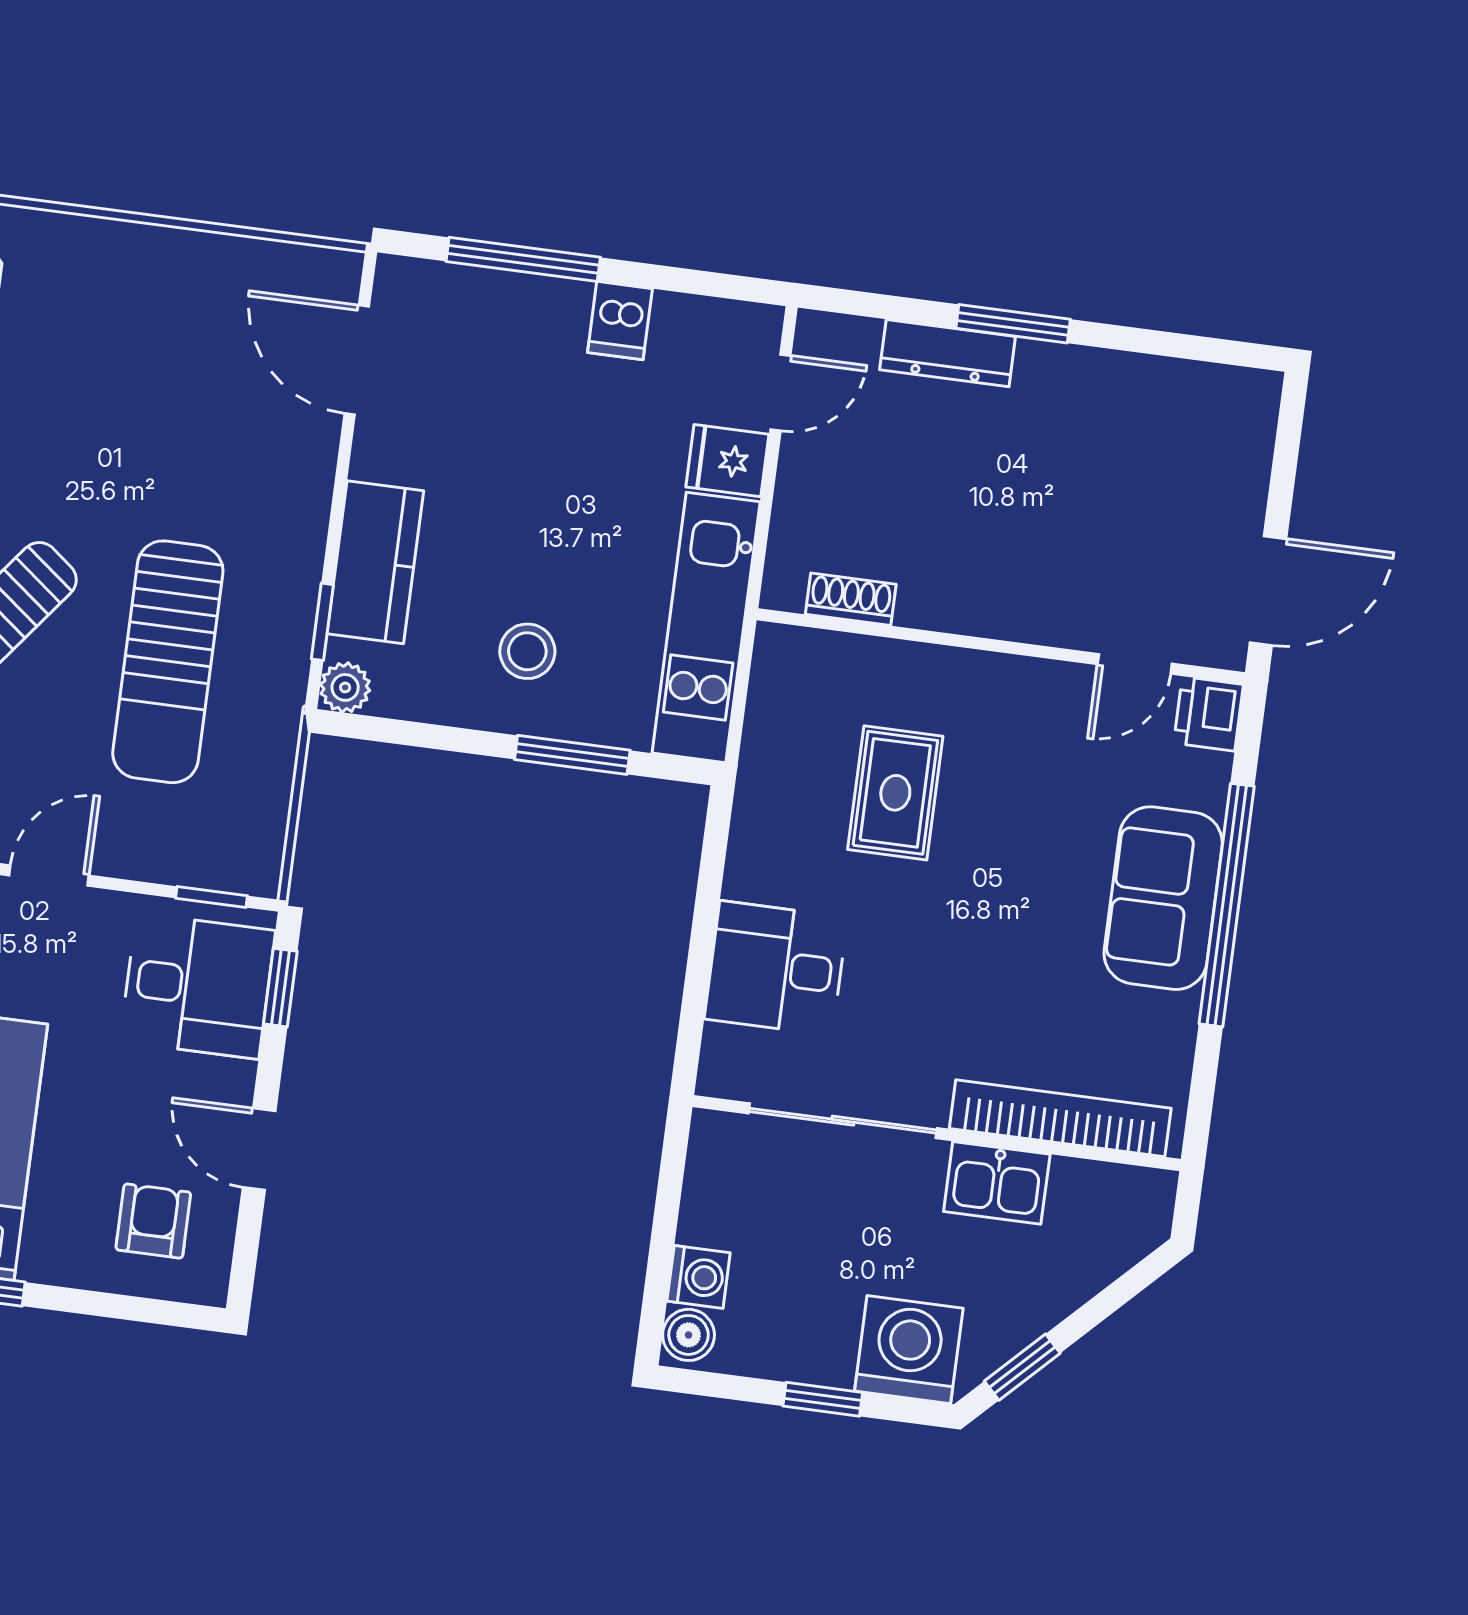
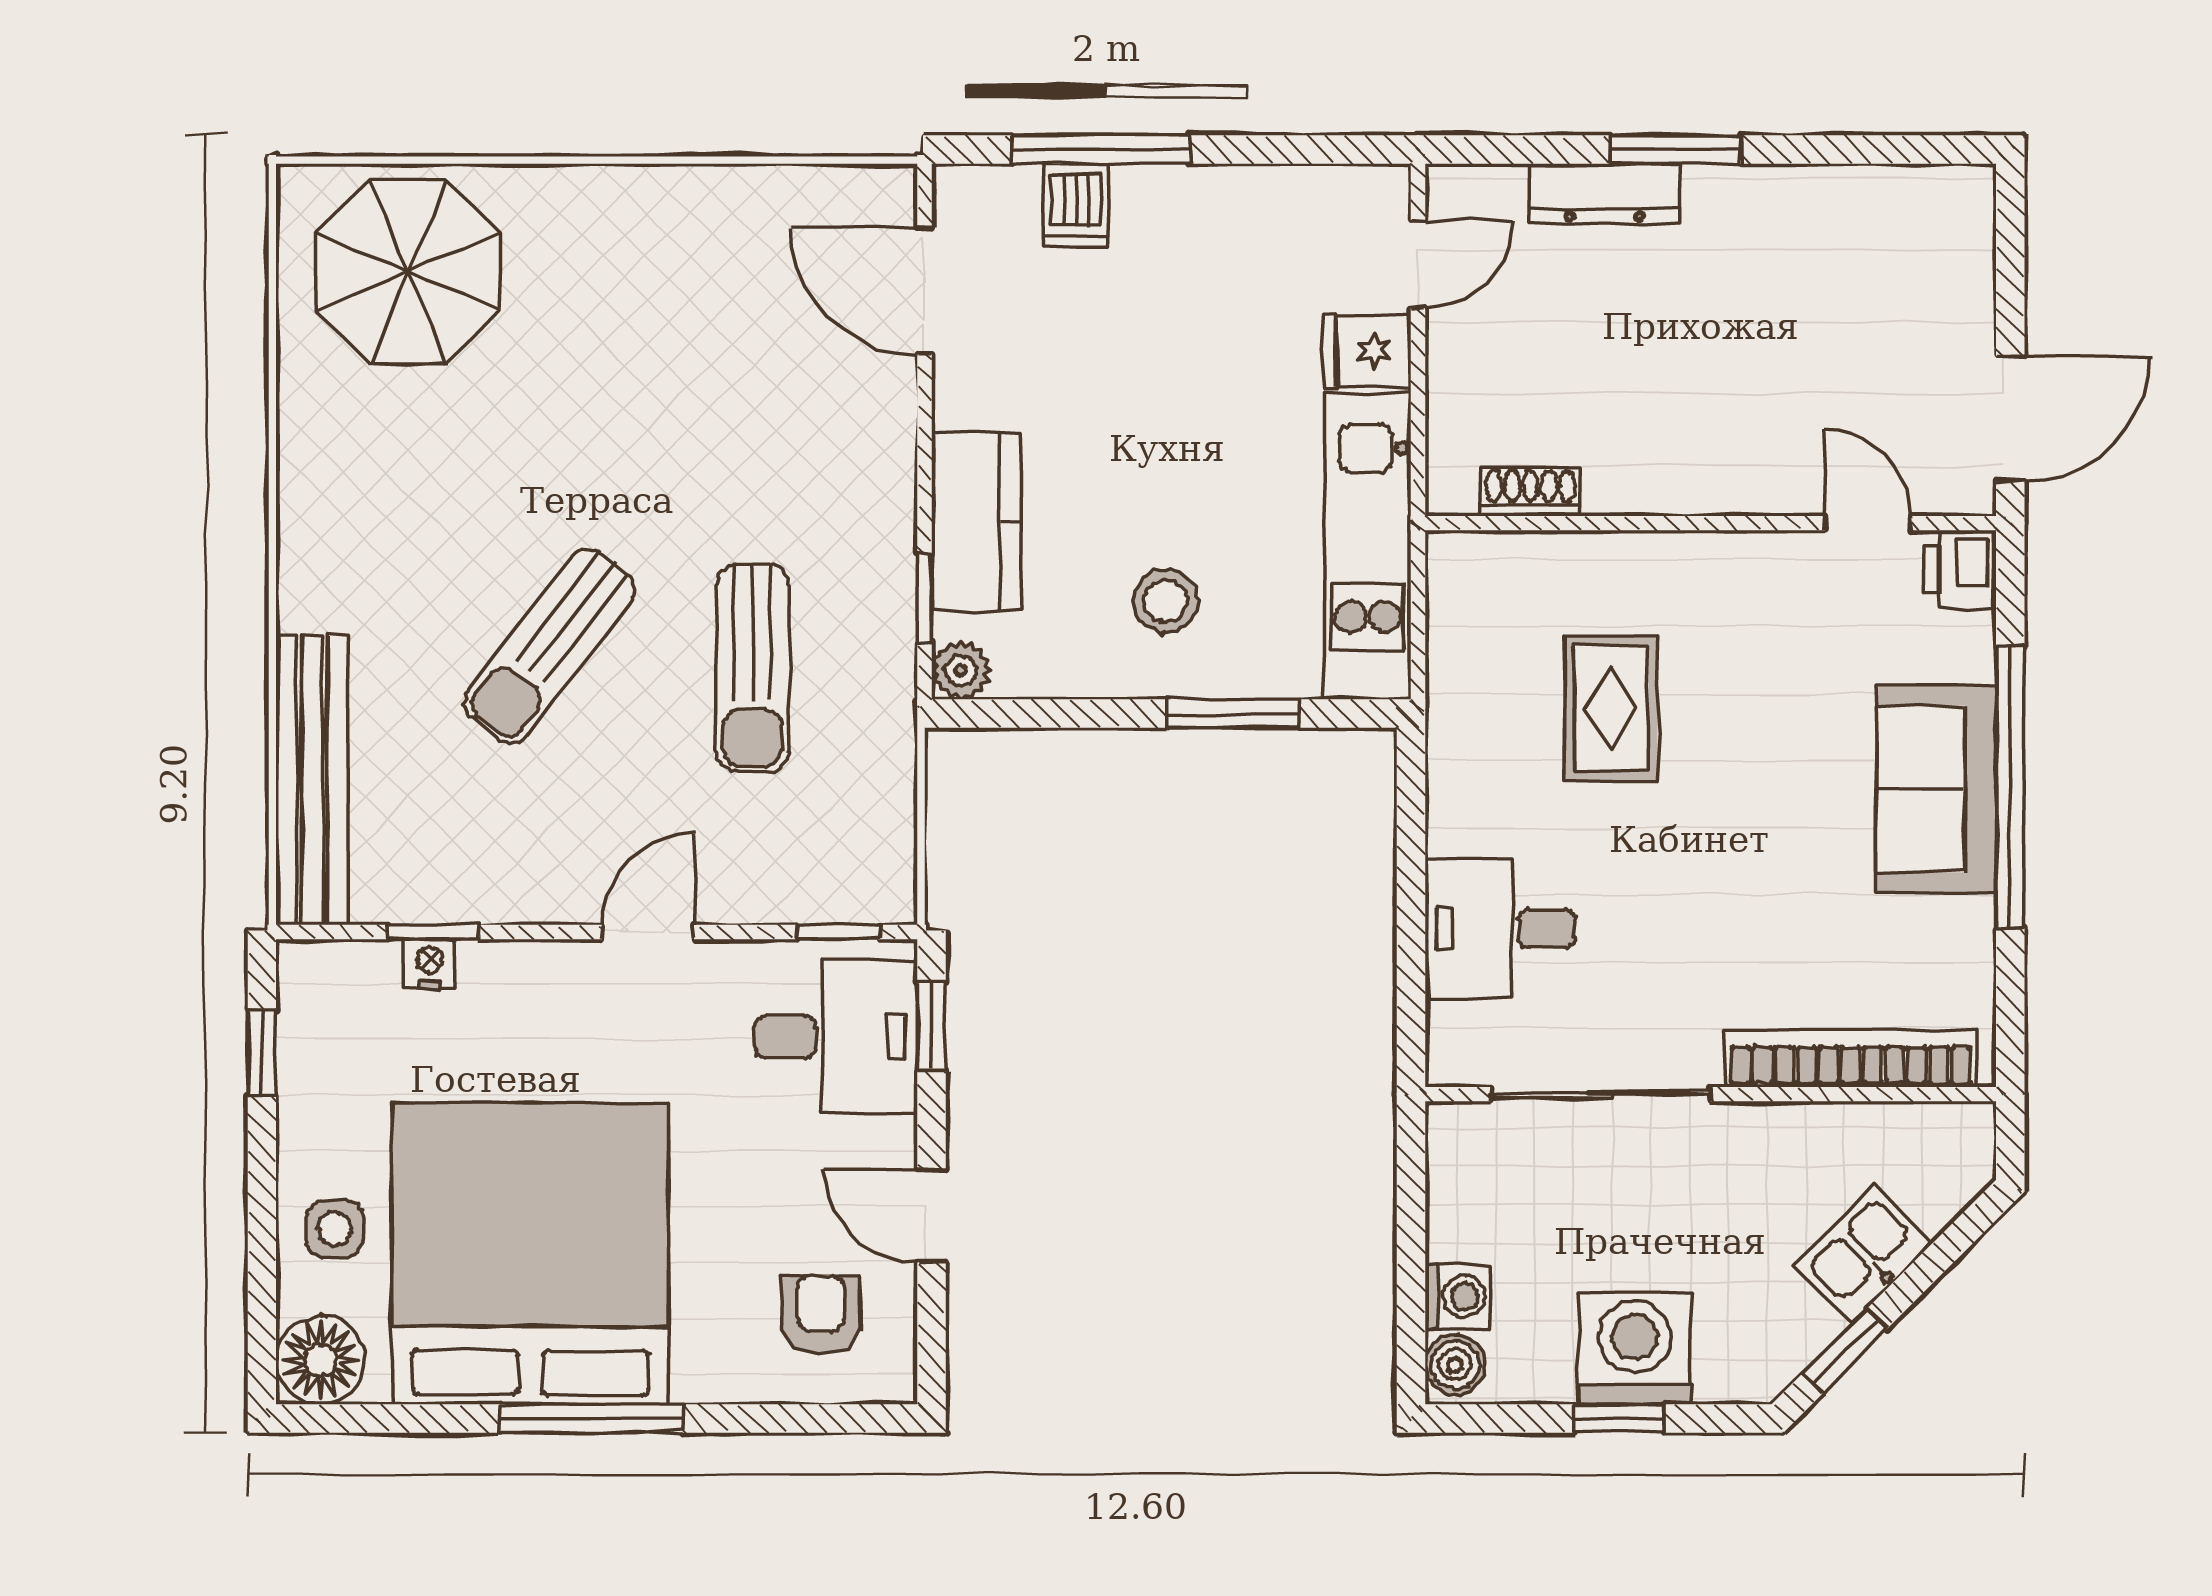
dishwasher: (620, 321) -> (1076, 205), moved
sun lounger: (168, 662) -> (752, 668), width x0.73, depth x0.75
door: (1135, 664) -> (1868, 523), swing flipped
kitchen sink: (997, 1183) -> (1863, 1254), moved, turned 135
washing machine: (909, 1350) -> (1634, 1348), moved

